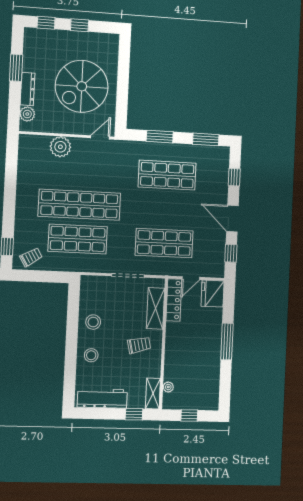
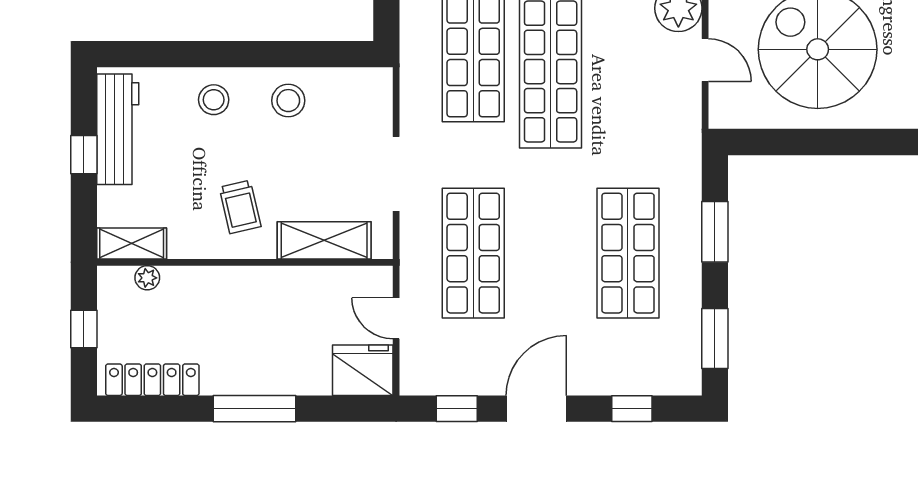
door: (100, 137) -> (705, 60), moved
locker: (174, 300) -> (152, 380), moved, turned 180
window: (134, 414) -> (84, 155), moved

